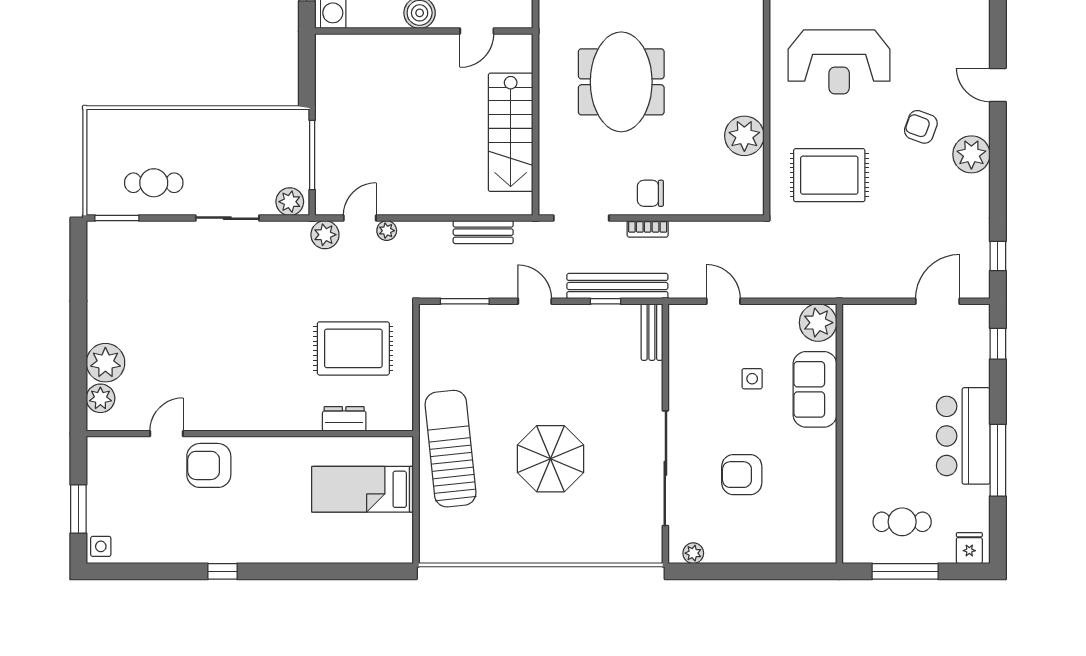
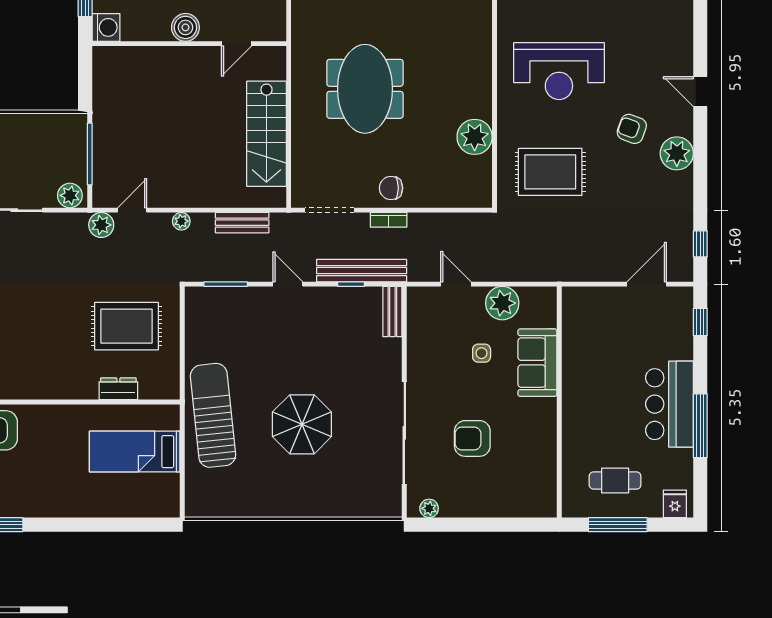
plant: (387, 231) -> (181, 221), moved
plant: (818, 323) -> (502, 303), moved

